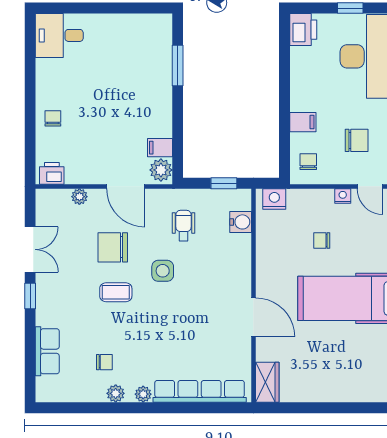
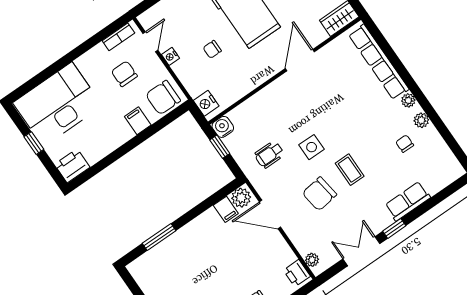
chair: (308, 162) -> (163, 98), width x1.87, depth x1.87
door: (126, 186) -> (270, 214), swing flipped
plant: (79, 197) -> (312, 260), moved
water cooler: (241, 222) -> (223, 127), moved
chair: (322, 241) -> (212, 49), turned 90
chair: (113, 247) -> (319, 194), turned 82
row of seats: (47, 351) -> (408, 201), moved

